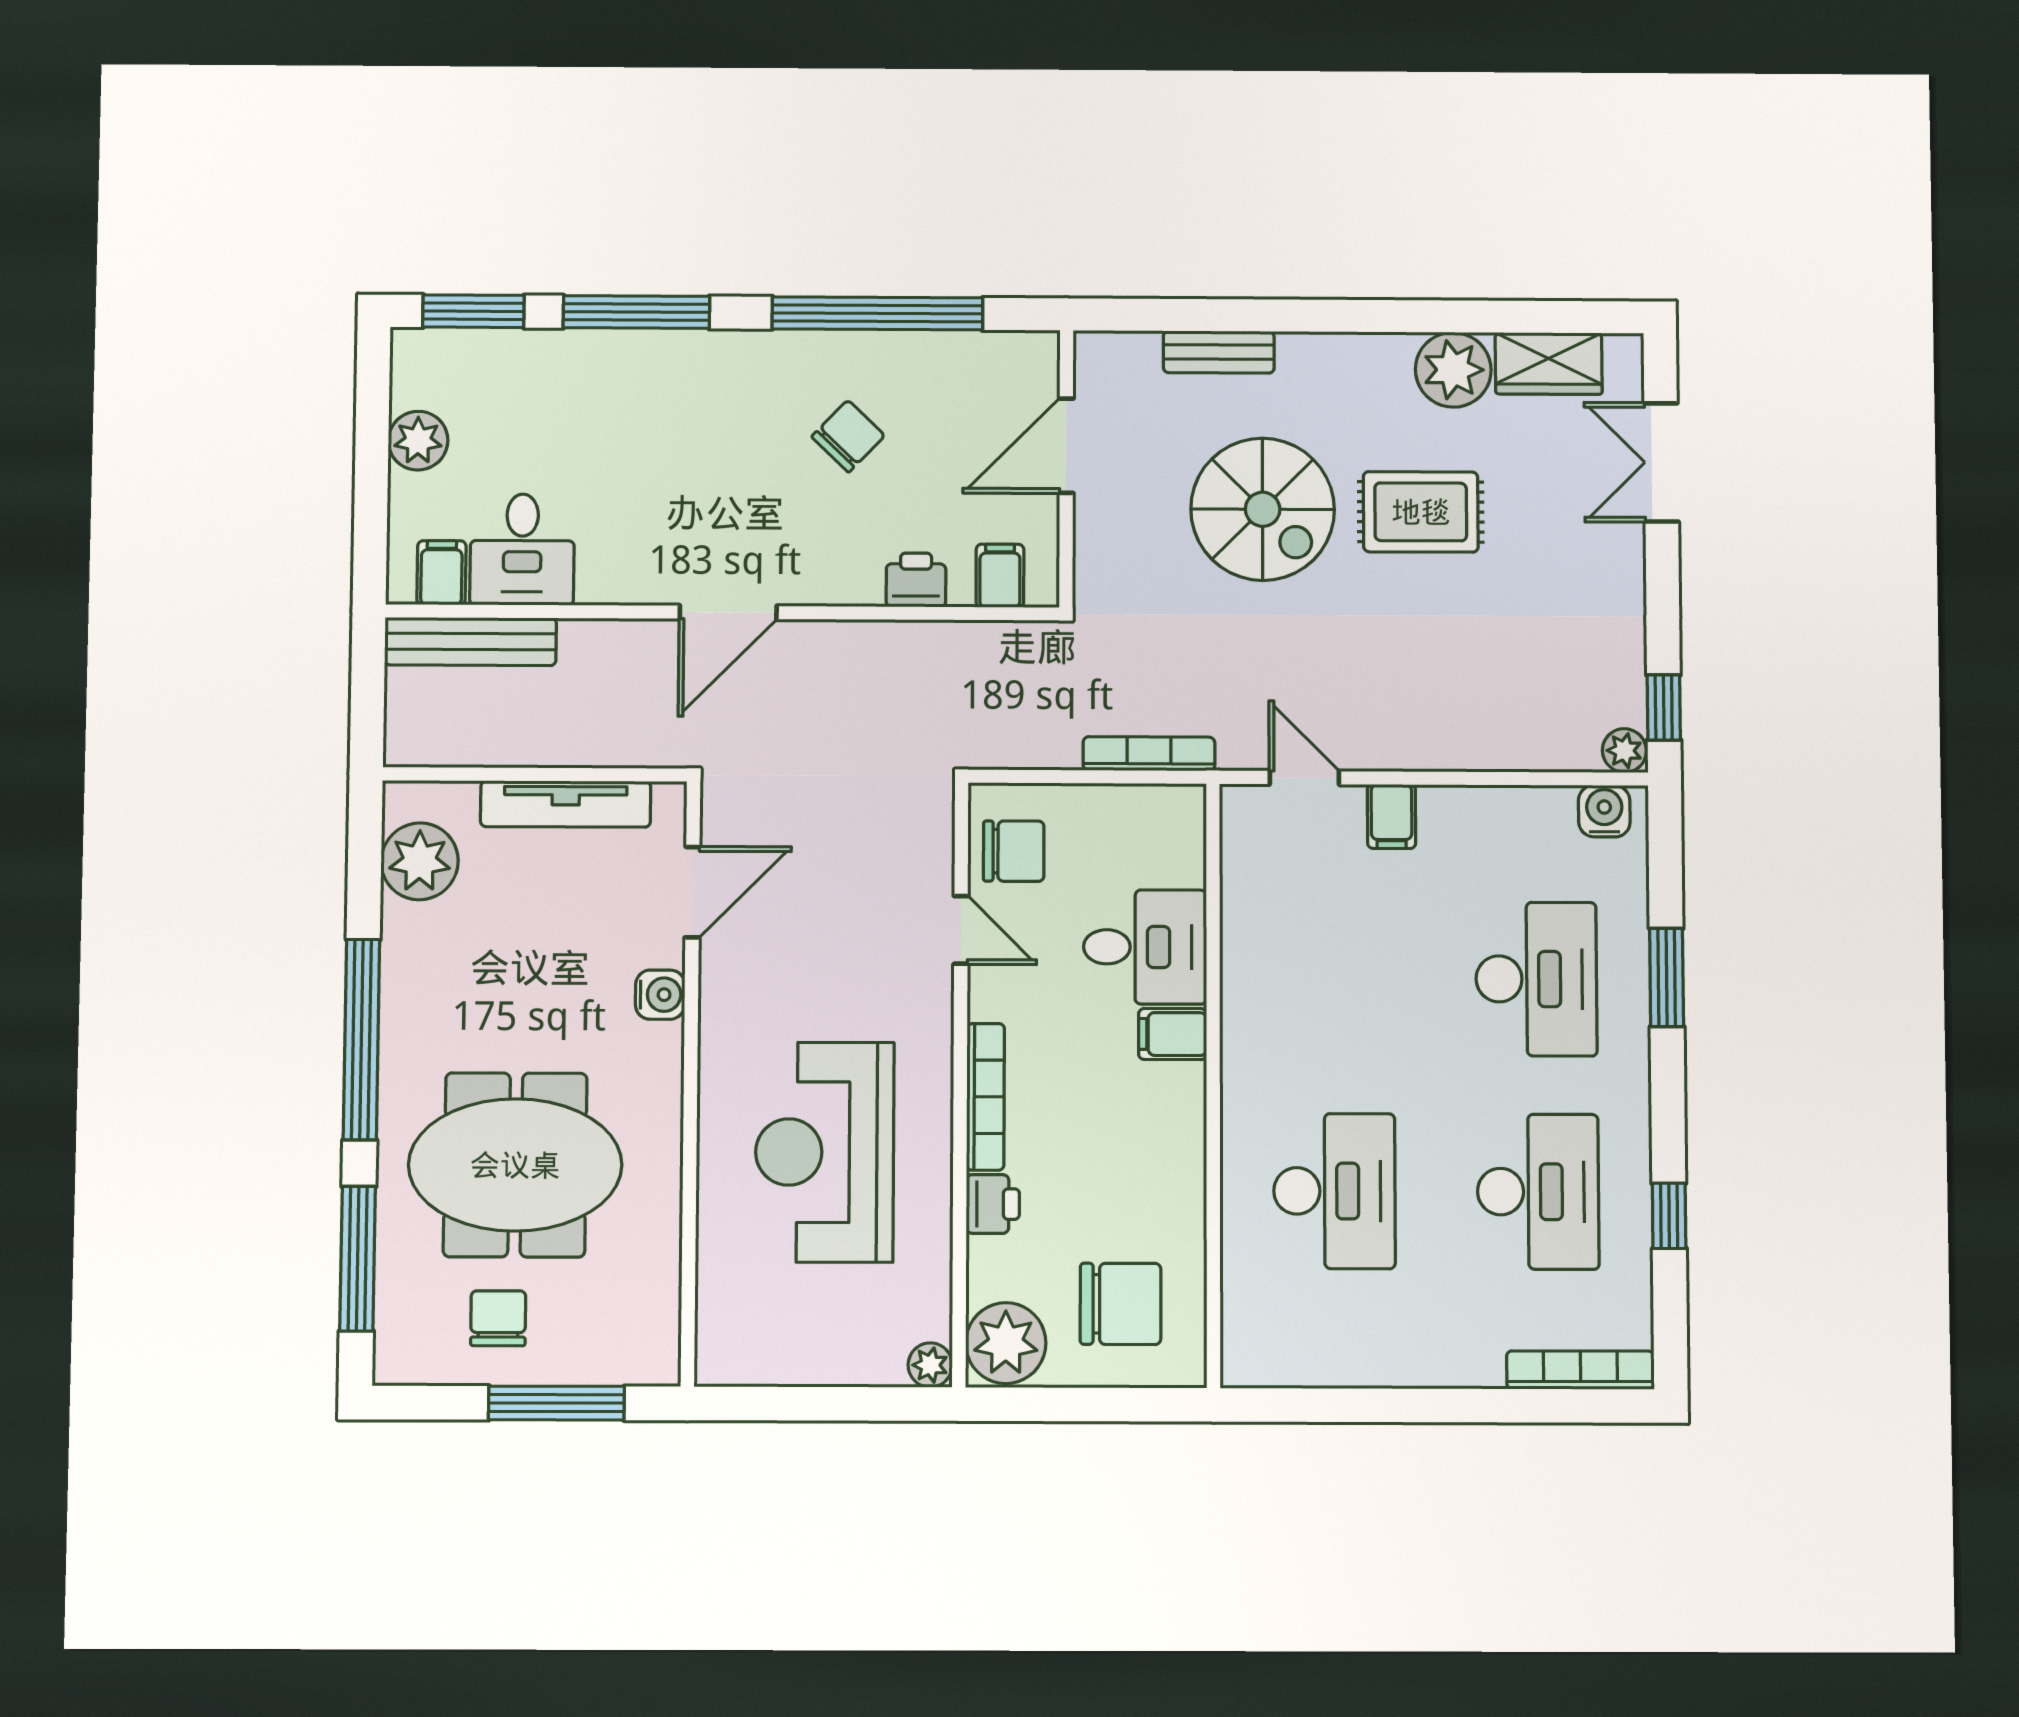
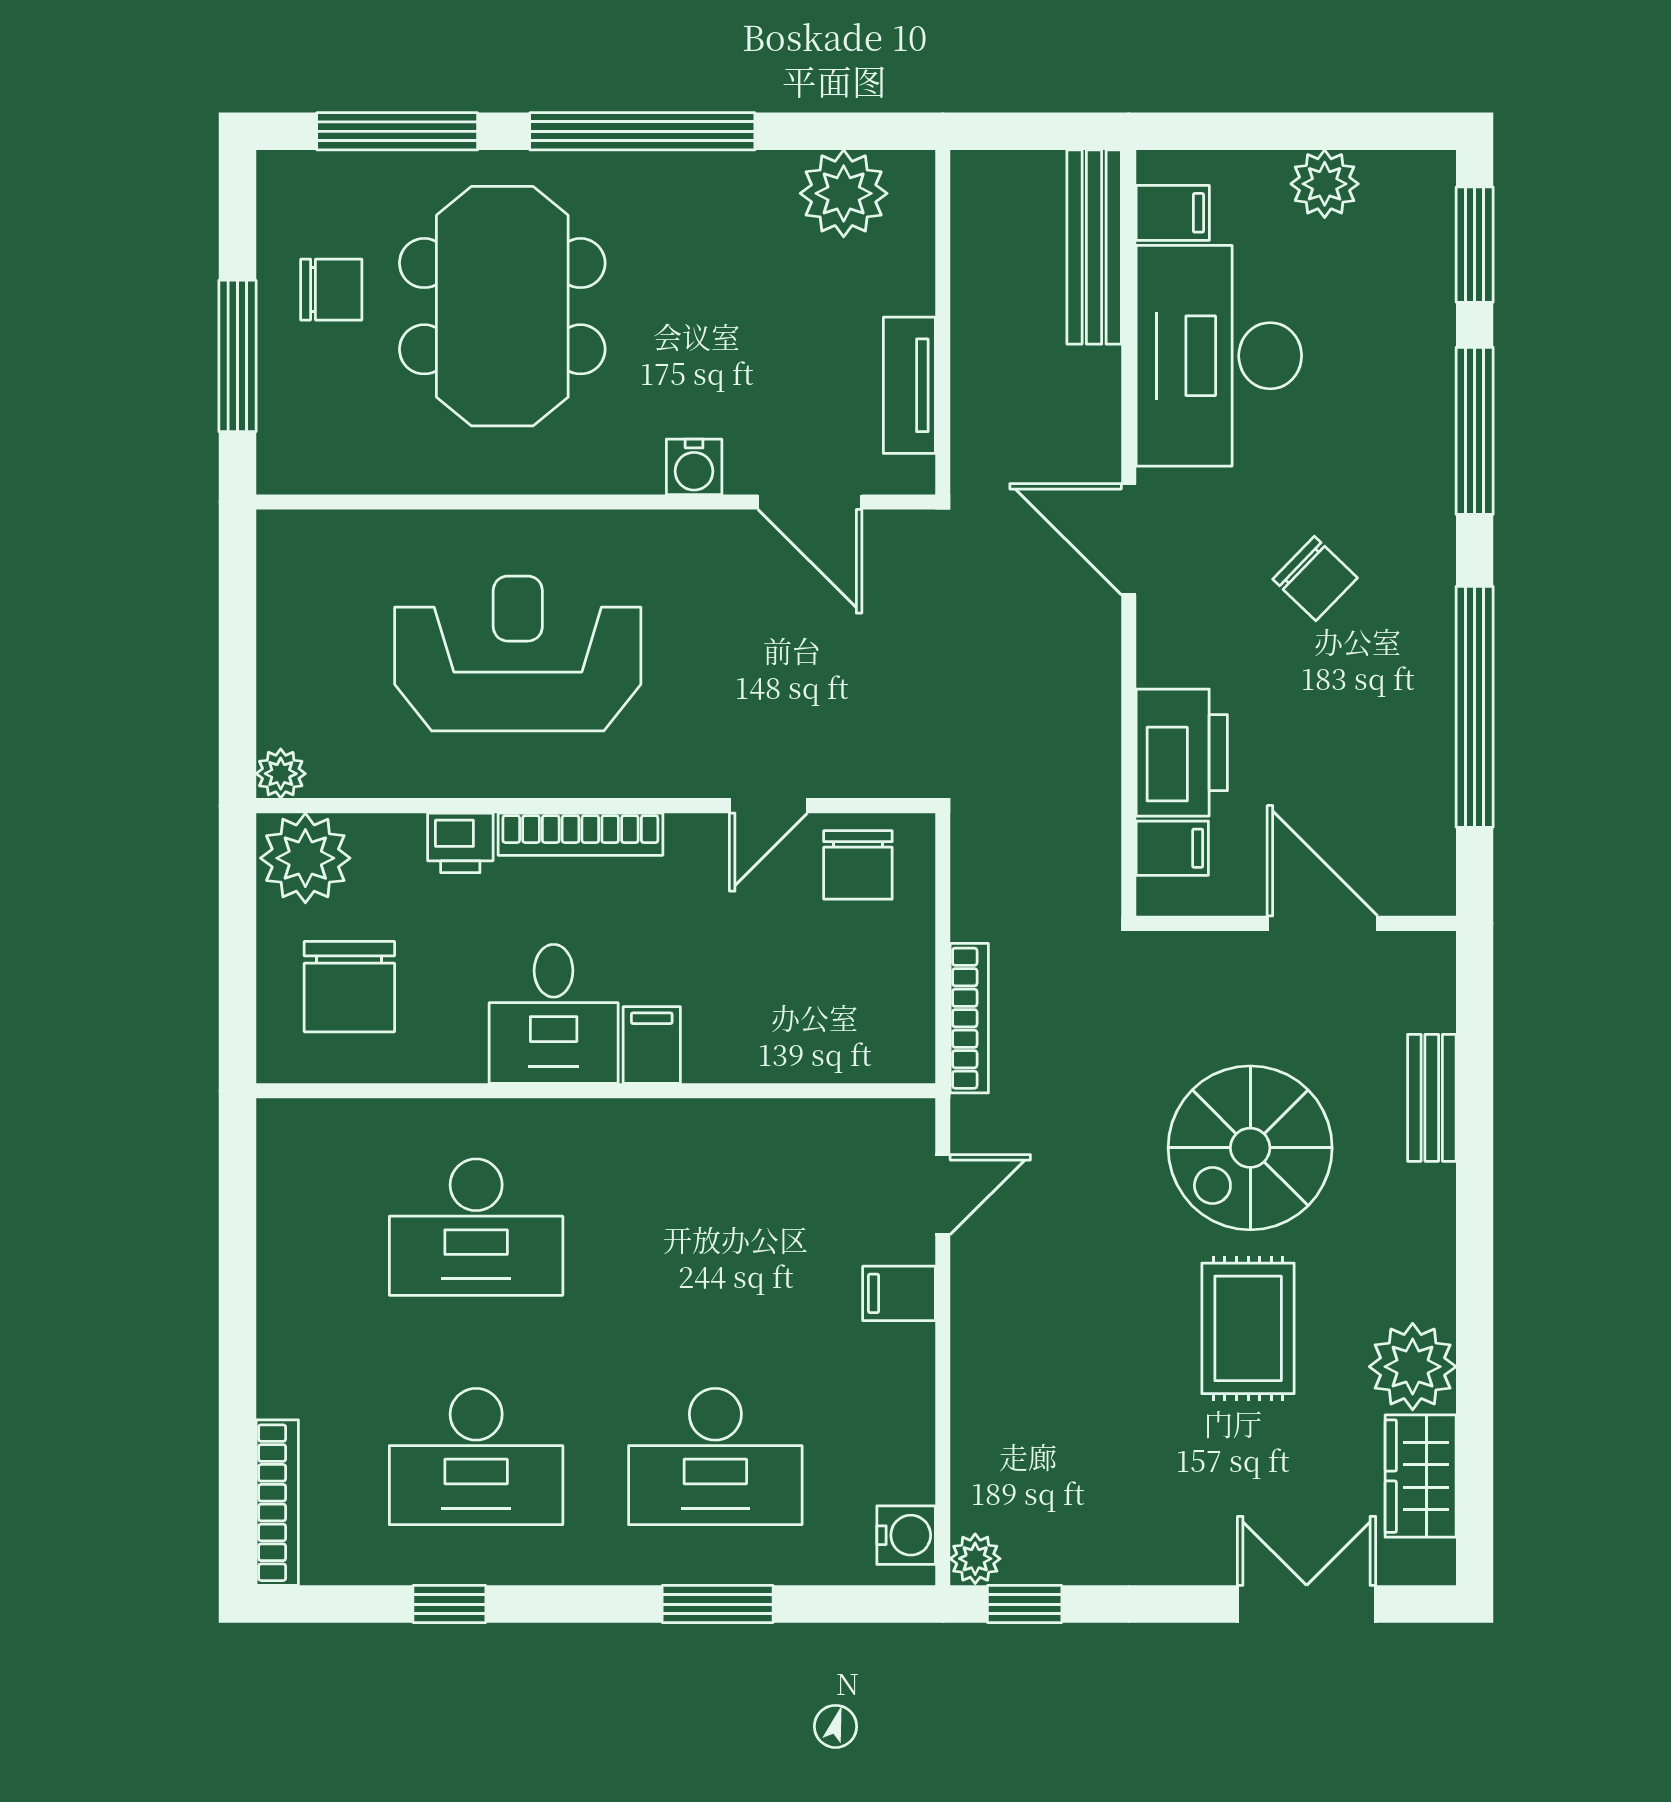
chair: (848, 436) -> (1315, 579), moved
desk: (522, 550) -> (1219, 356), width x1.87, depth x1.30
printer: (916, 580) -> (1182, 753), width x1.87, depth x1.48
tv unit: (566, 804) -> (909, 385), width x0.71
desk: (1145, 947) -> (554, 1014), moved

